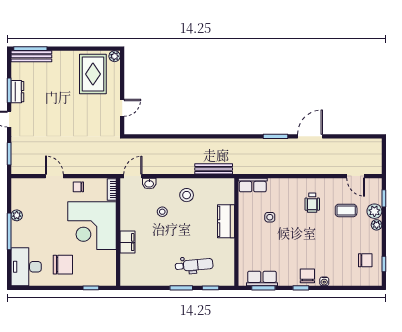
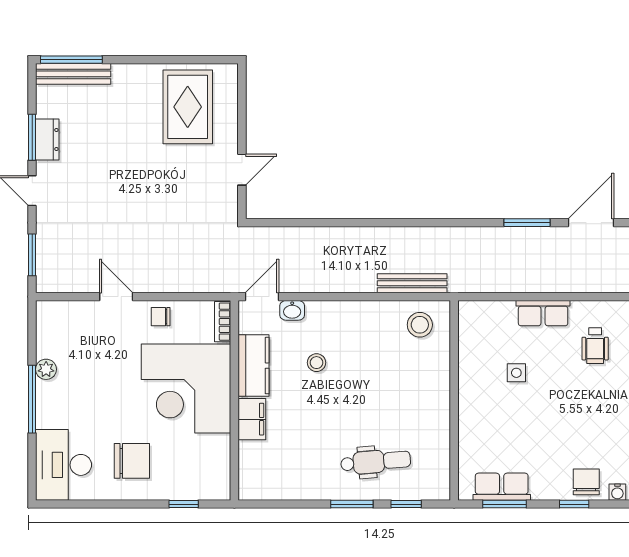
plant: (115, 56) -> (228, 74), removed
row of seats: (253, 185) -> (543, 313), moved
stool: (187, 195) -> (420, 325), moved
kitchen counter: (226, 221) -> (254, 366), moved, turned 180

